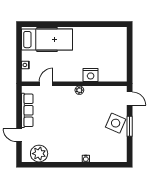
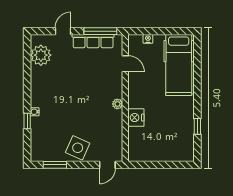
window: (98, 24) -> (197, 126), added
window: (19, 104) -> (100, 31), added
window: (130, 126) -> (55, 165), moved
window: (93, 165) -> (27, 121), added

